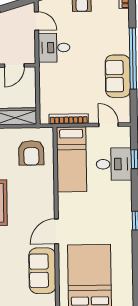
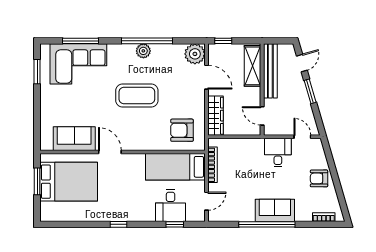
door: (36, 21) -> (302, 137), swing flipped
sofa: (118, 76) -> (275, 210), moved

